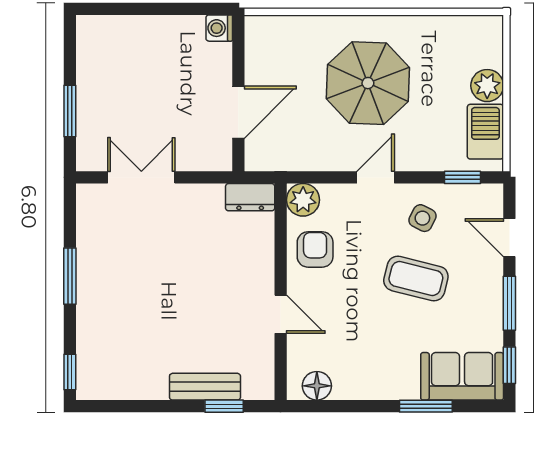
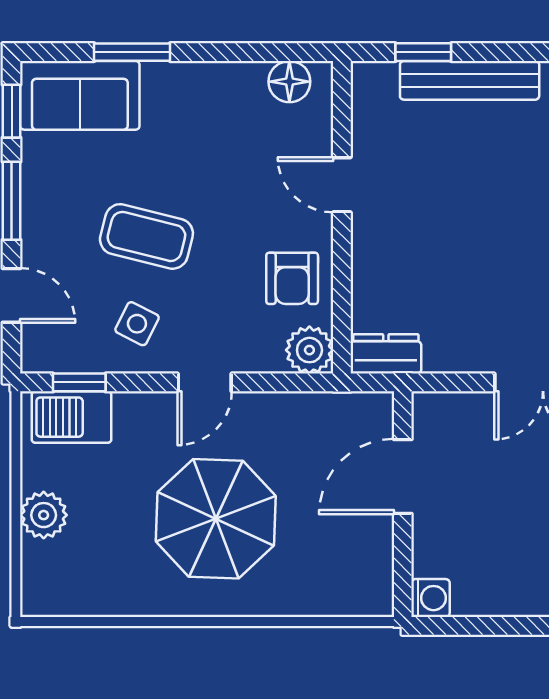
barbecue: (485, 132) -> (71, 417), moved, turned 90
bench: (205, 387) -> (470, 80), width x1.36

